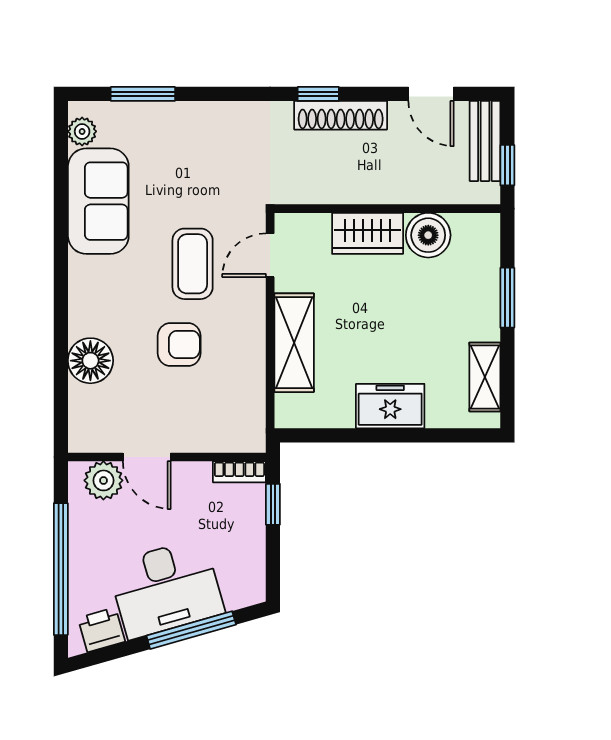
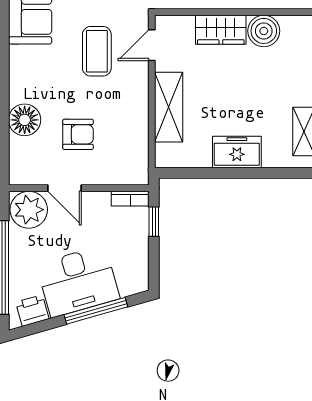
armchair: (179, 345) -> (78, 134), moved
plant: (103, 480) -> (29, 210), width x1.36, depth x1.36

